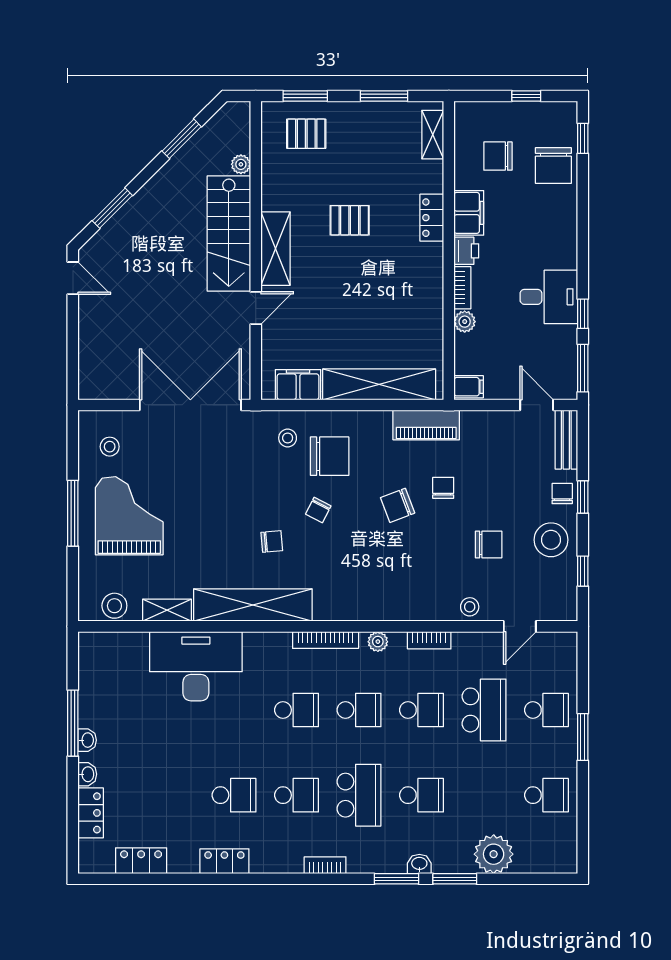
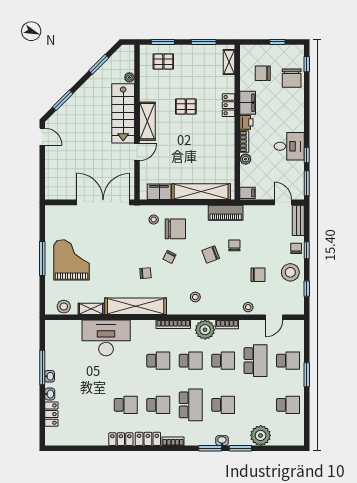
stool: (110, 447) -> (195, 297), moved
plant: (378, 642) -> (205, 330), width x1.88, depth x1.88
locker: (141, 861) -> (148, 439), moved

